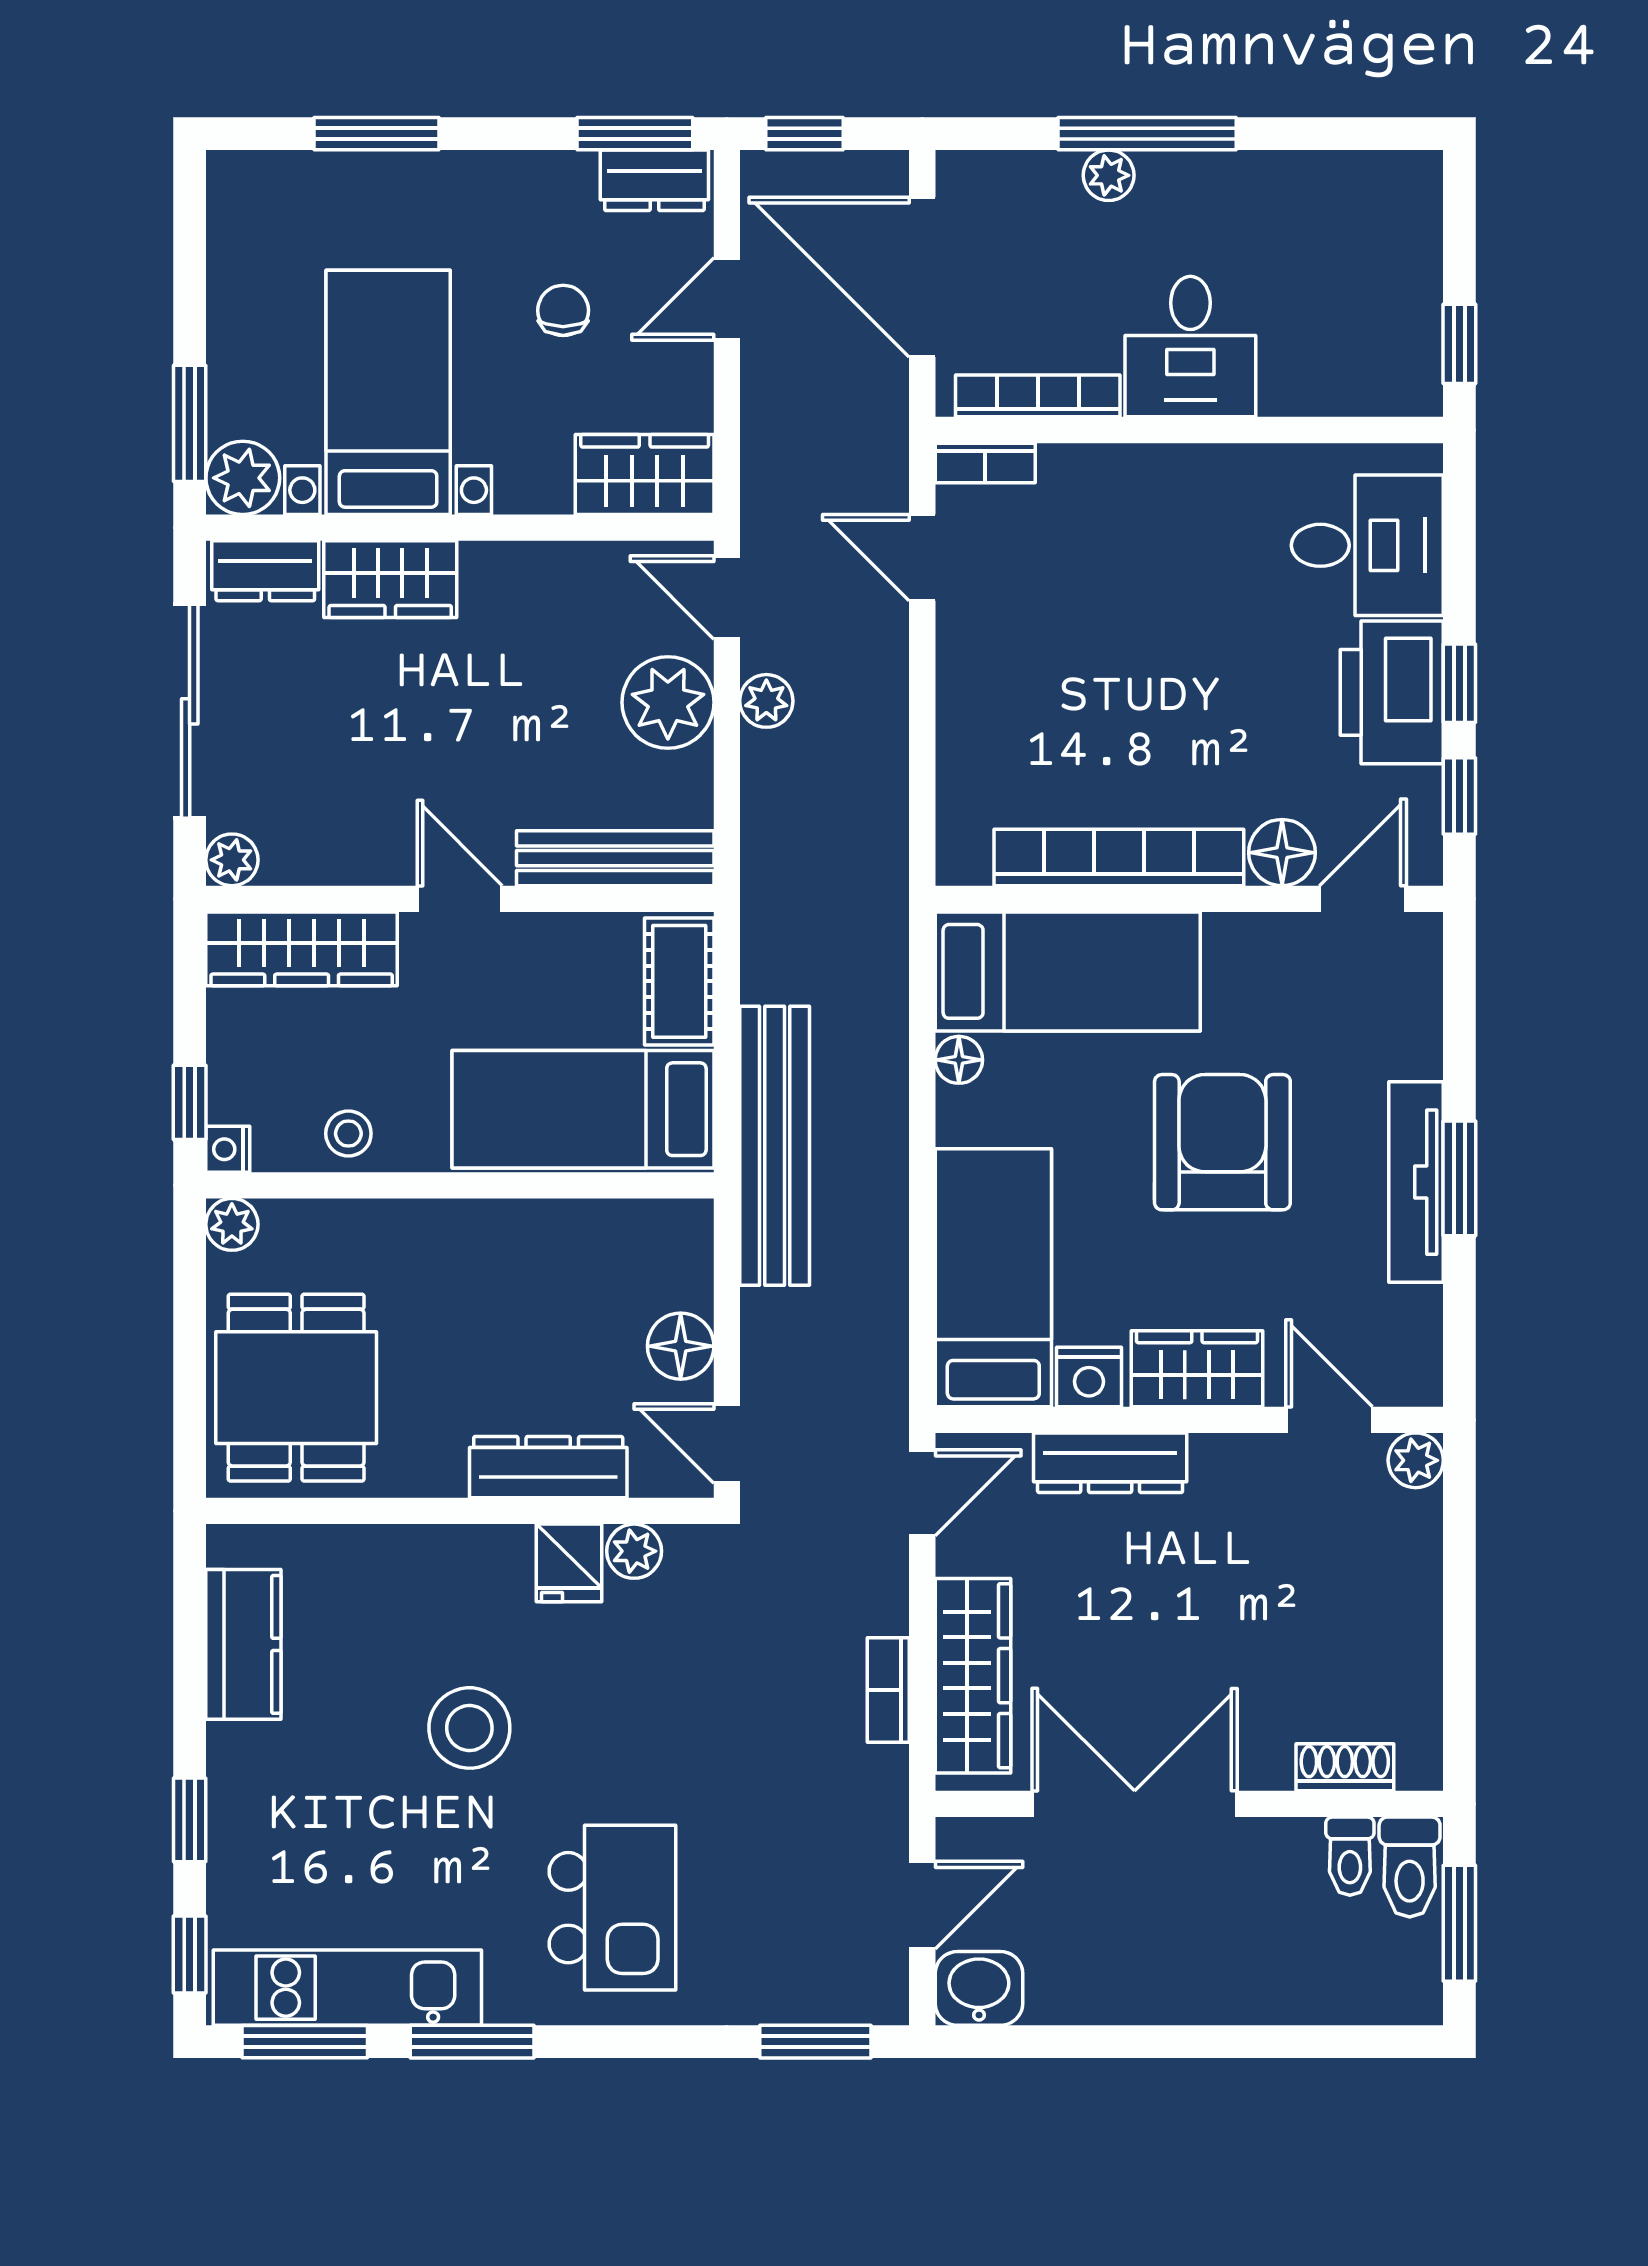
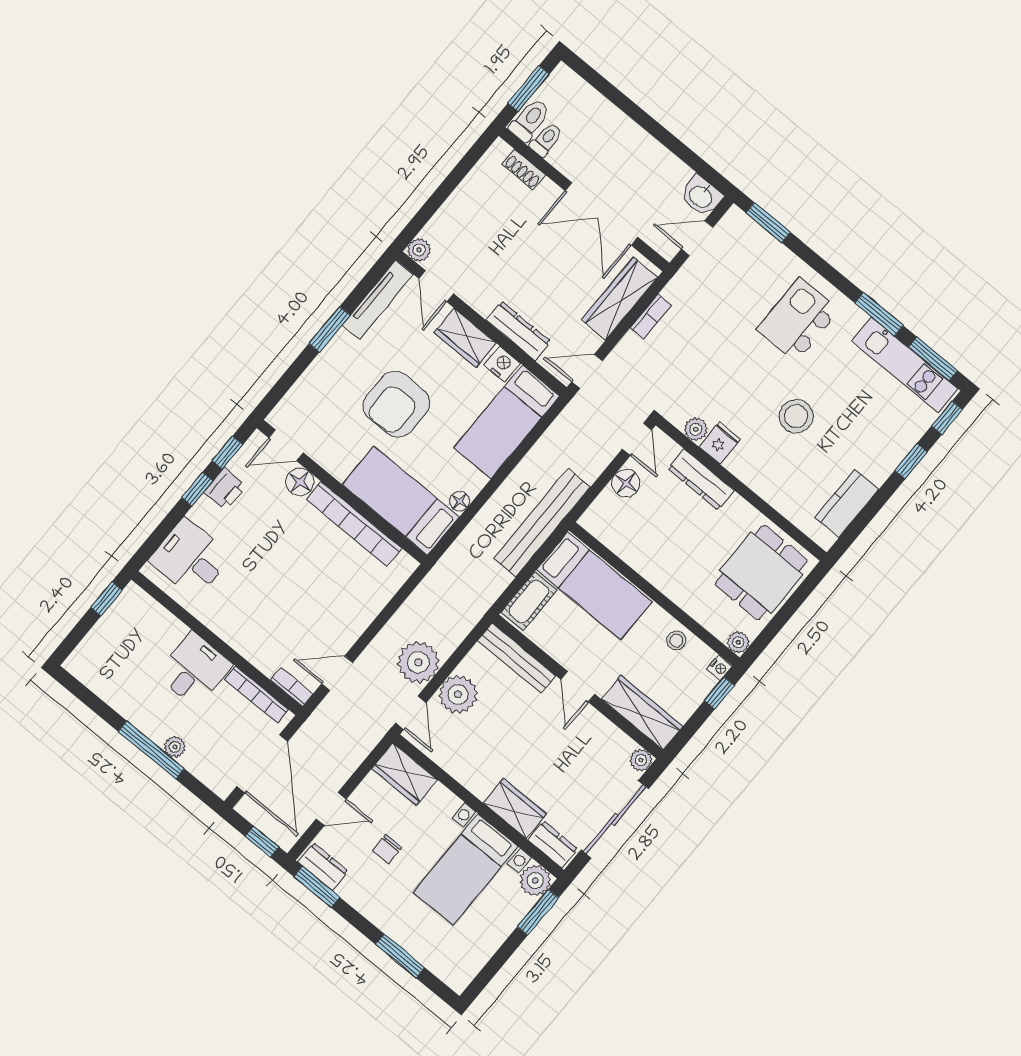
door: (922, 558) -> (337, 673), swing flipped
printer: (1392, 692) -> (225, 489), width x0.53, depth x0.68
plant: (766, 701) -> (418, 662), width x1.88, depth x1.88
tv unit: (1416, 1182) -> (378, 299), moved

